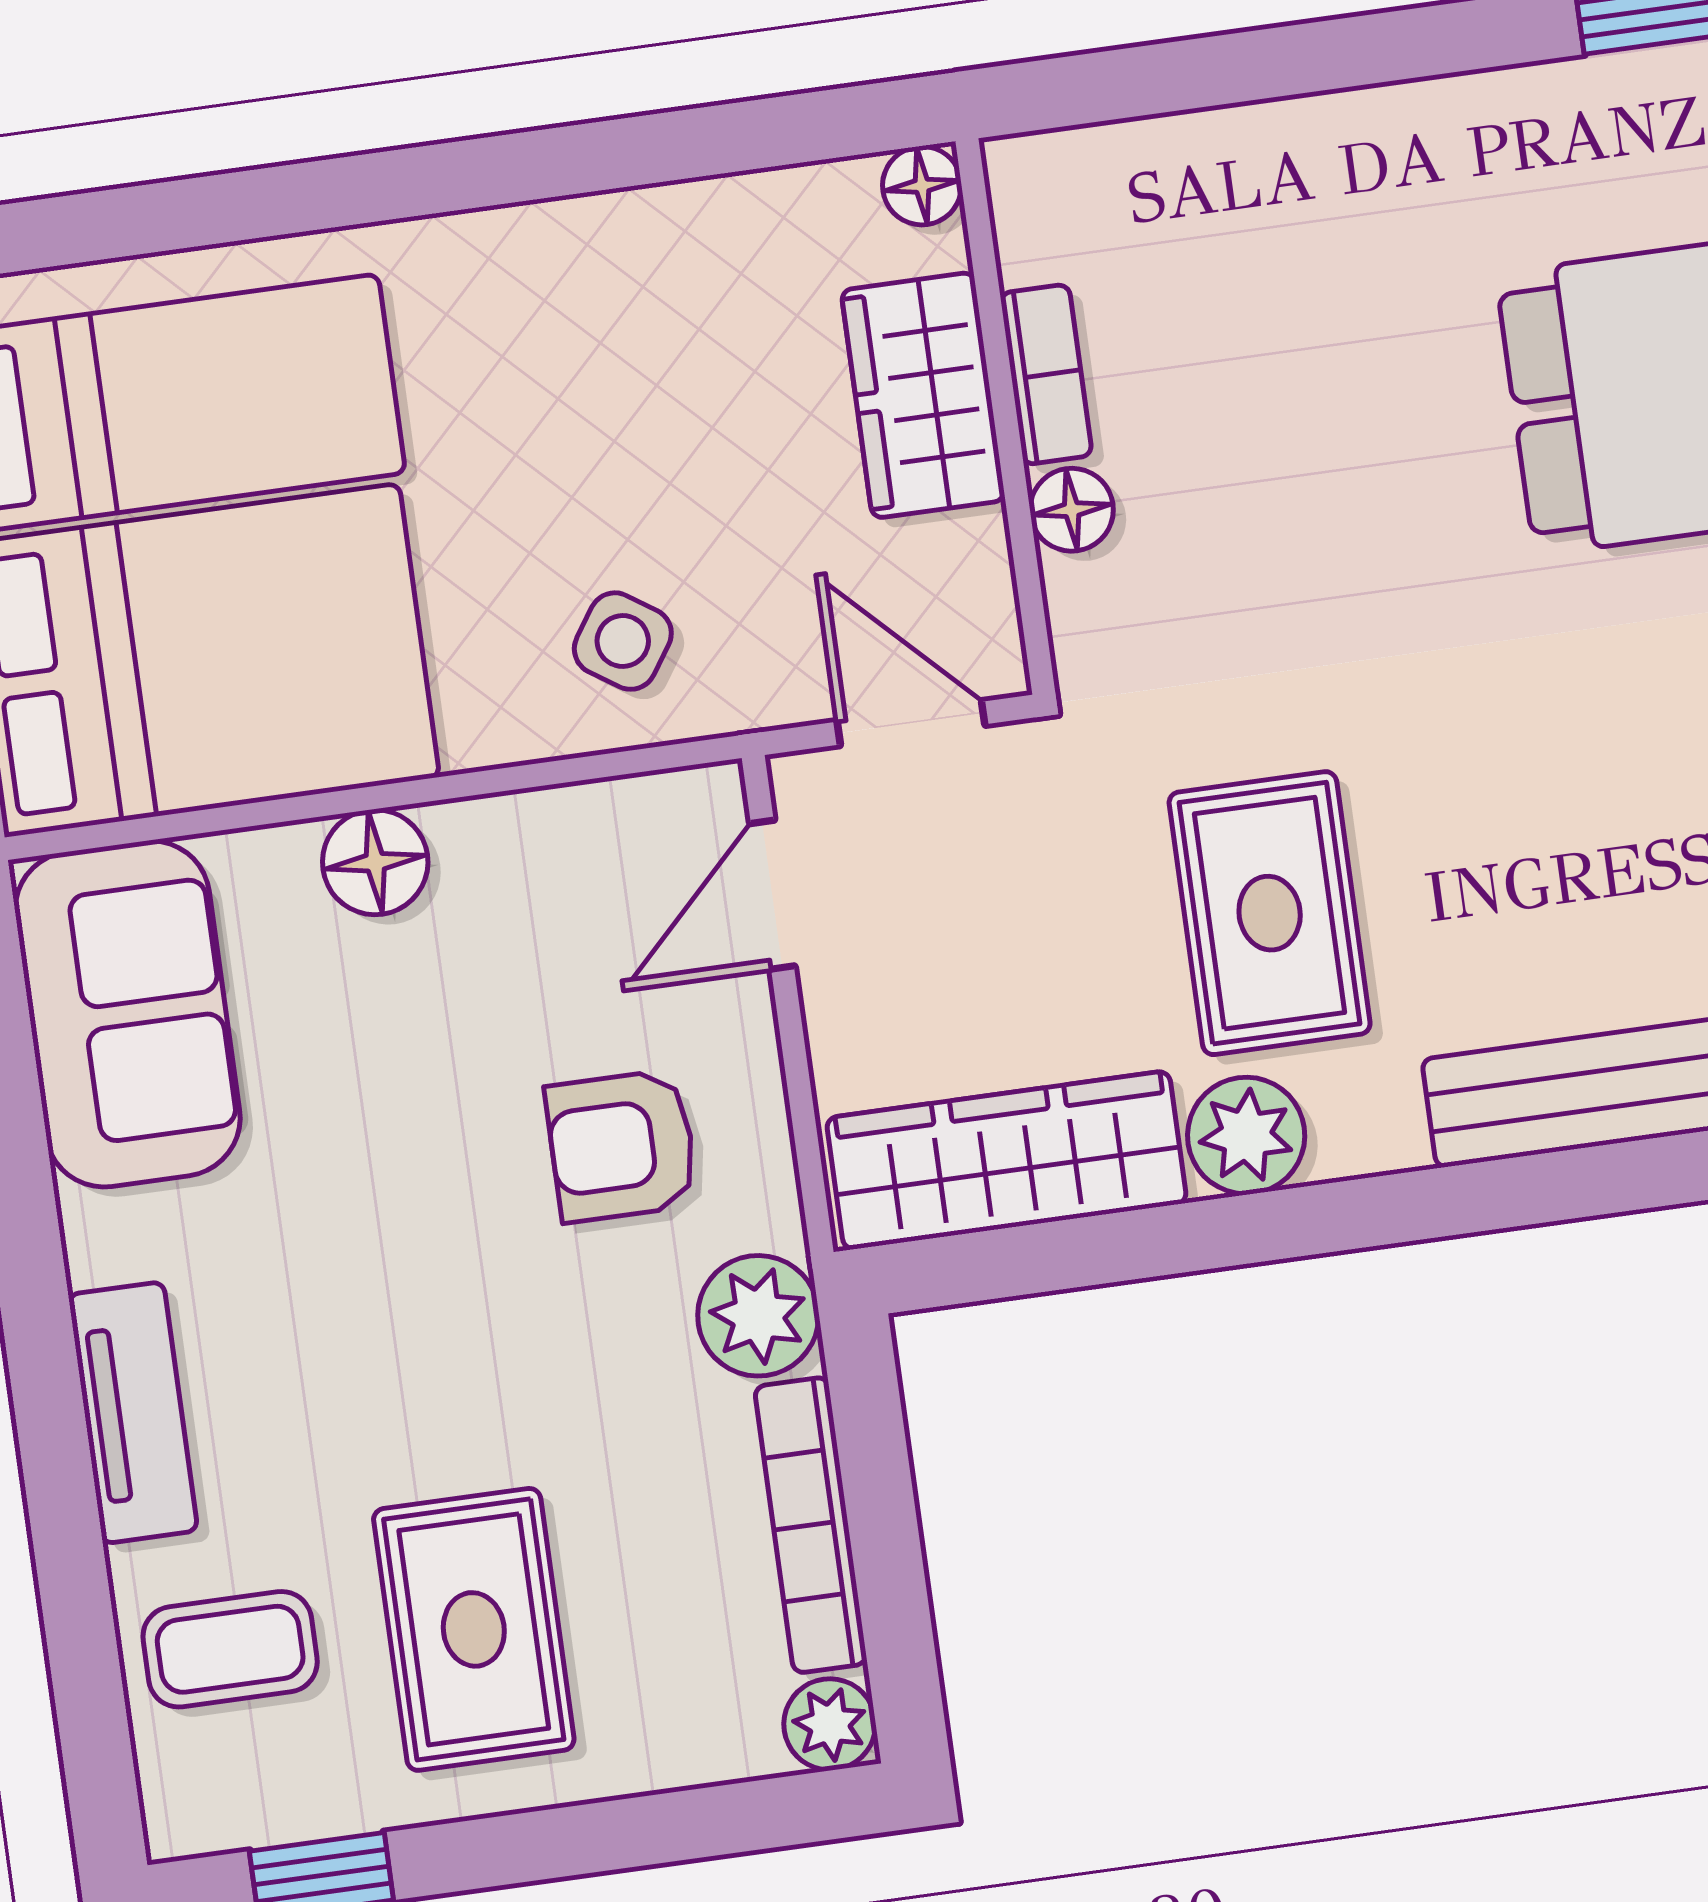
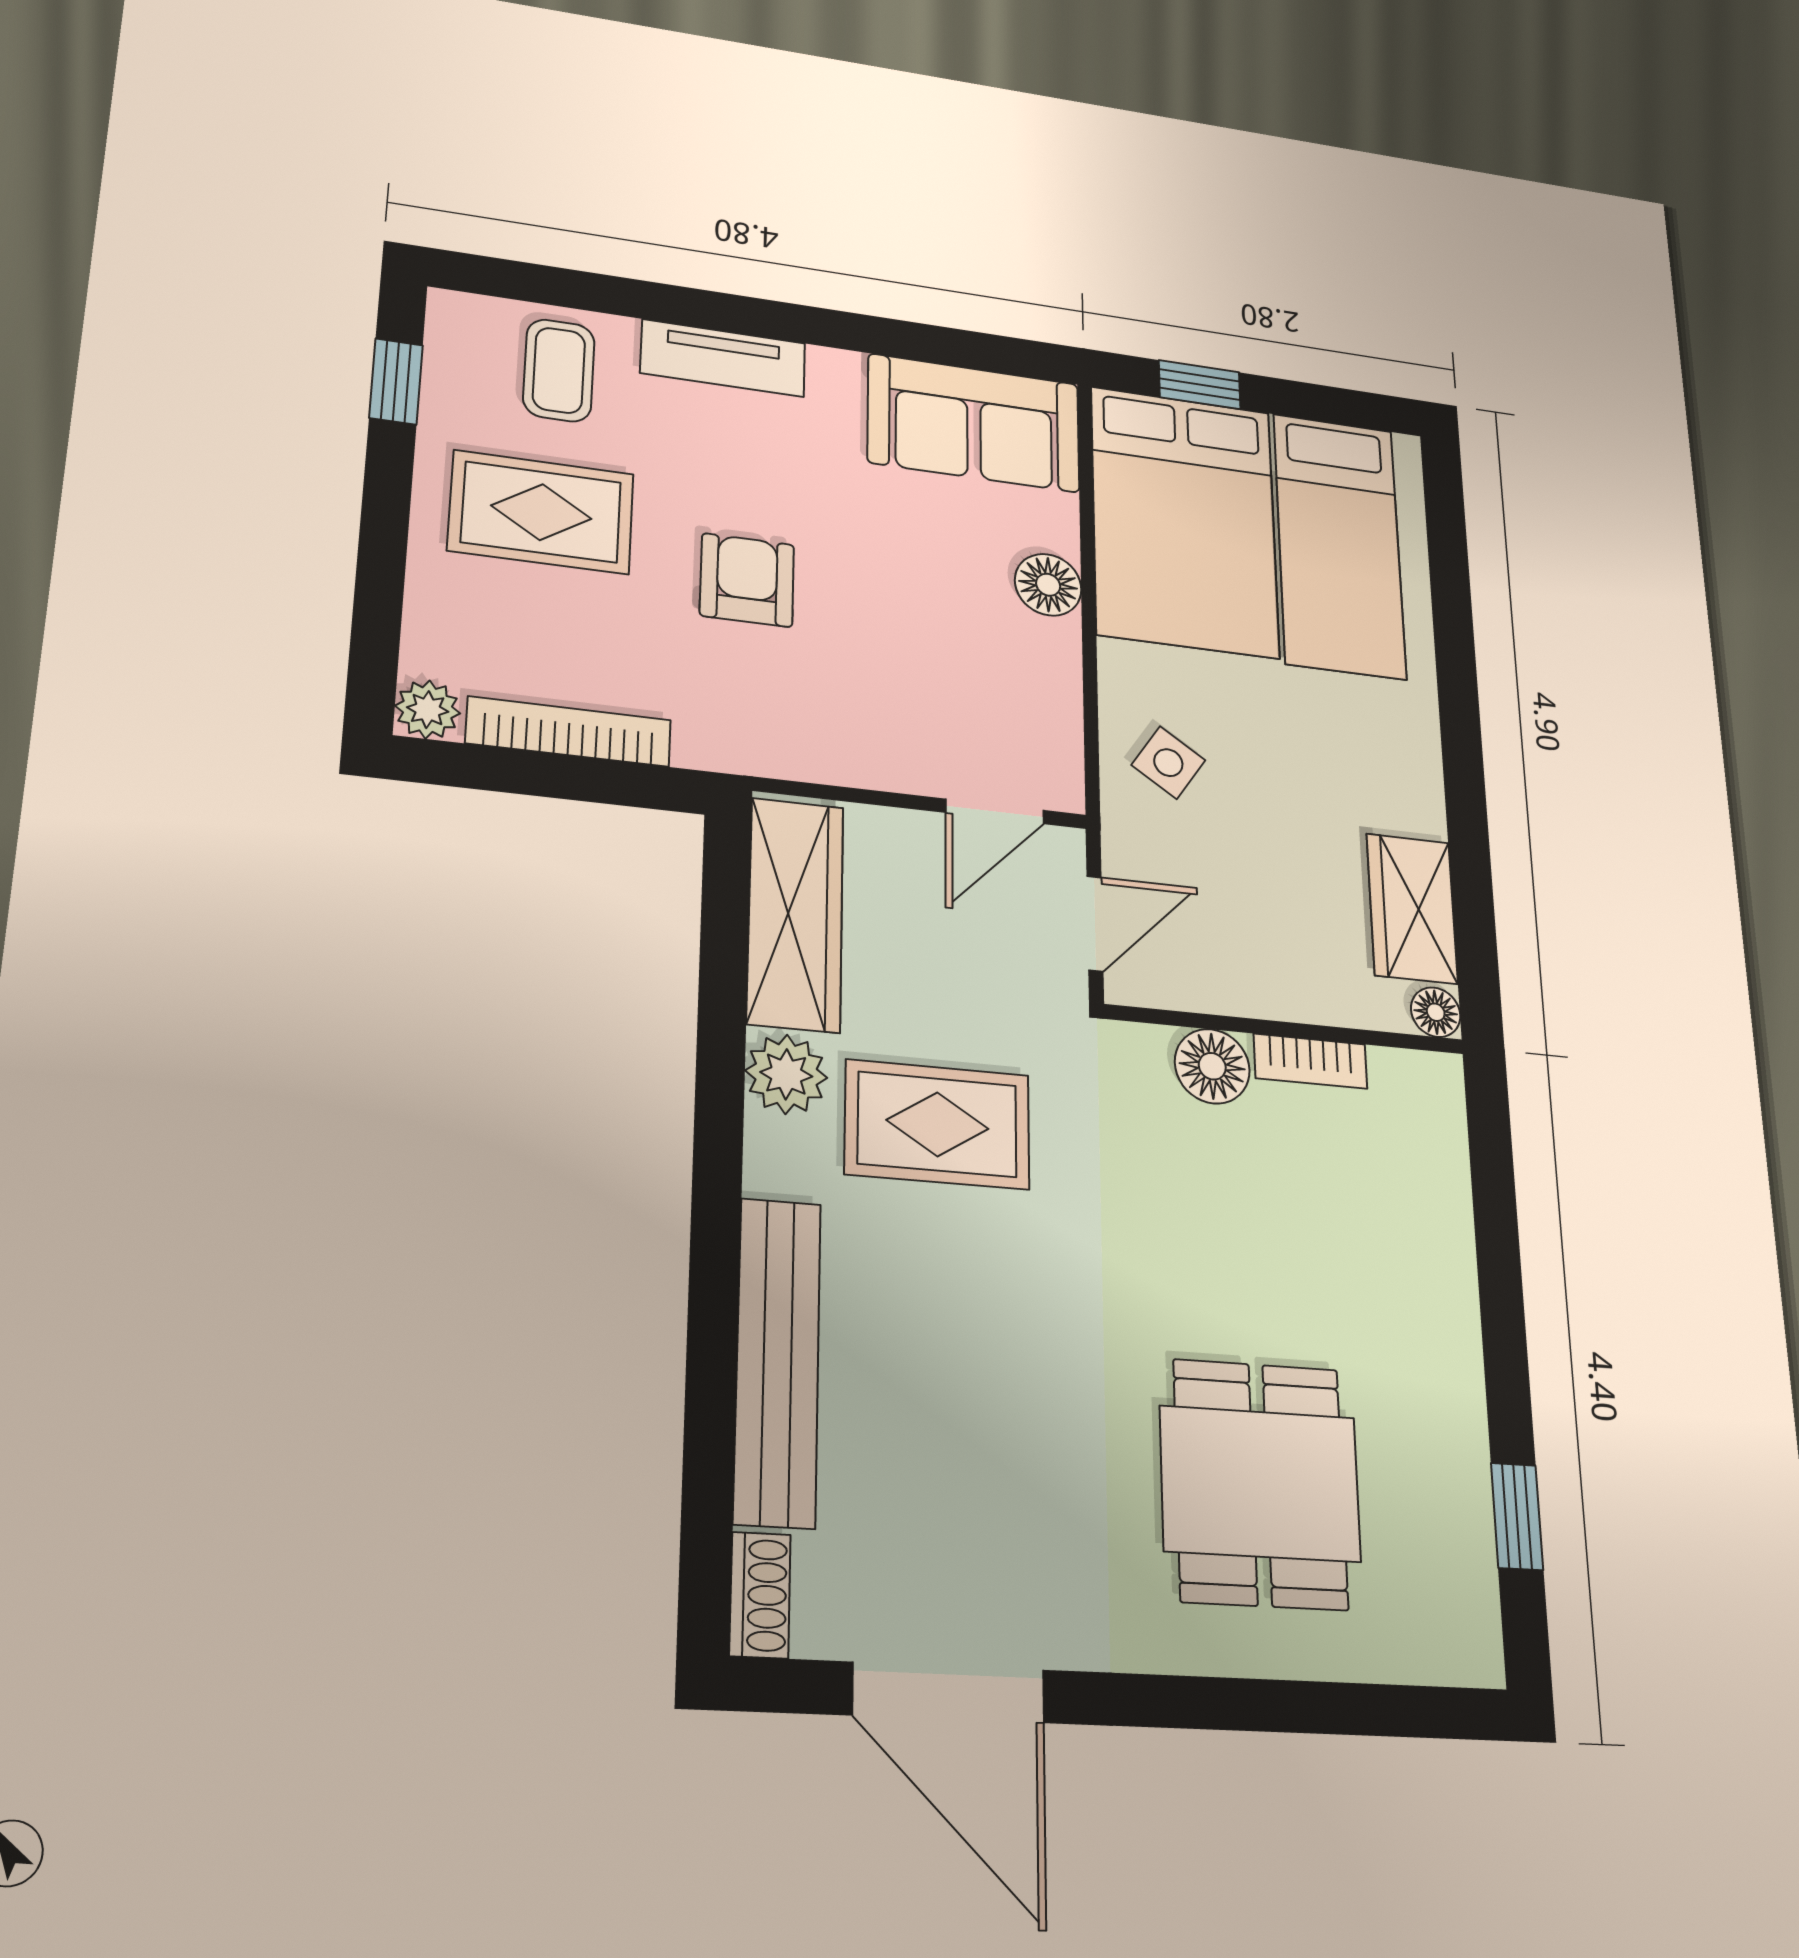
wardrobe: (923, 395) -> (1412, 909), moved, turned -90
floor lamp: (1072, 510) -> (1212, 1066), width x1.37, depth x1.37
door: (772, 895) -> (995, 811), swing flipped
armchair: (622, 1146) -> (747, 580), moved
plant: (758, 1316) -> (718, 734), removed

